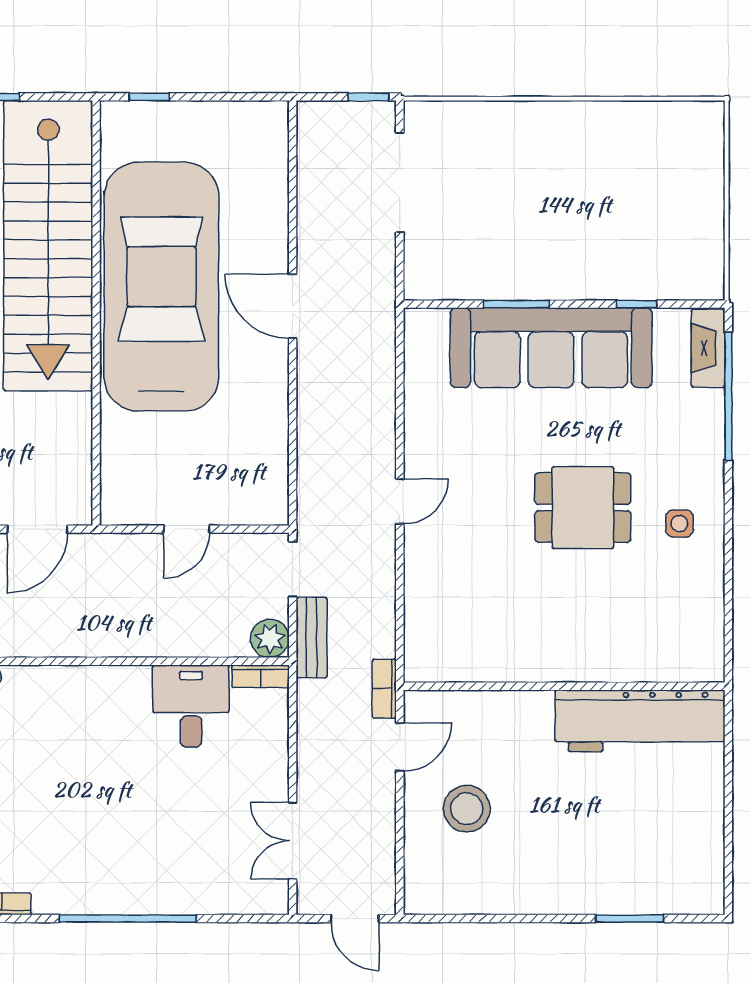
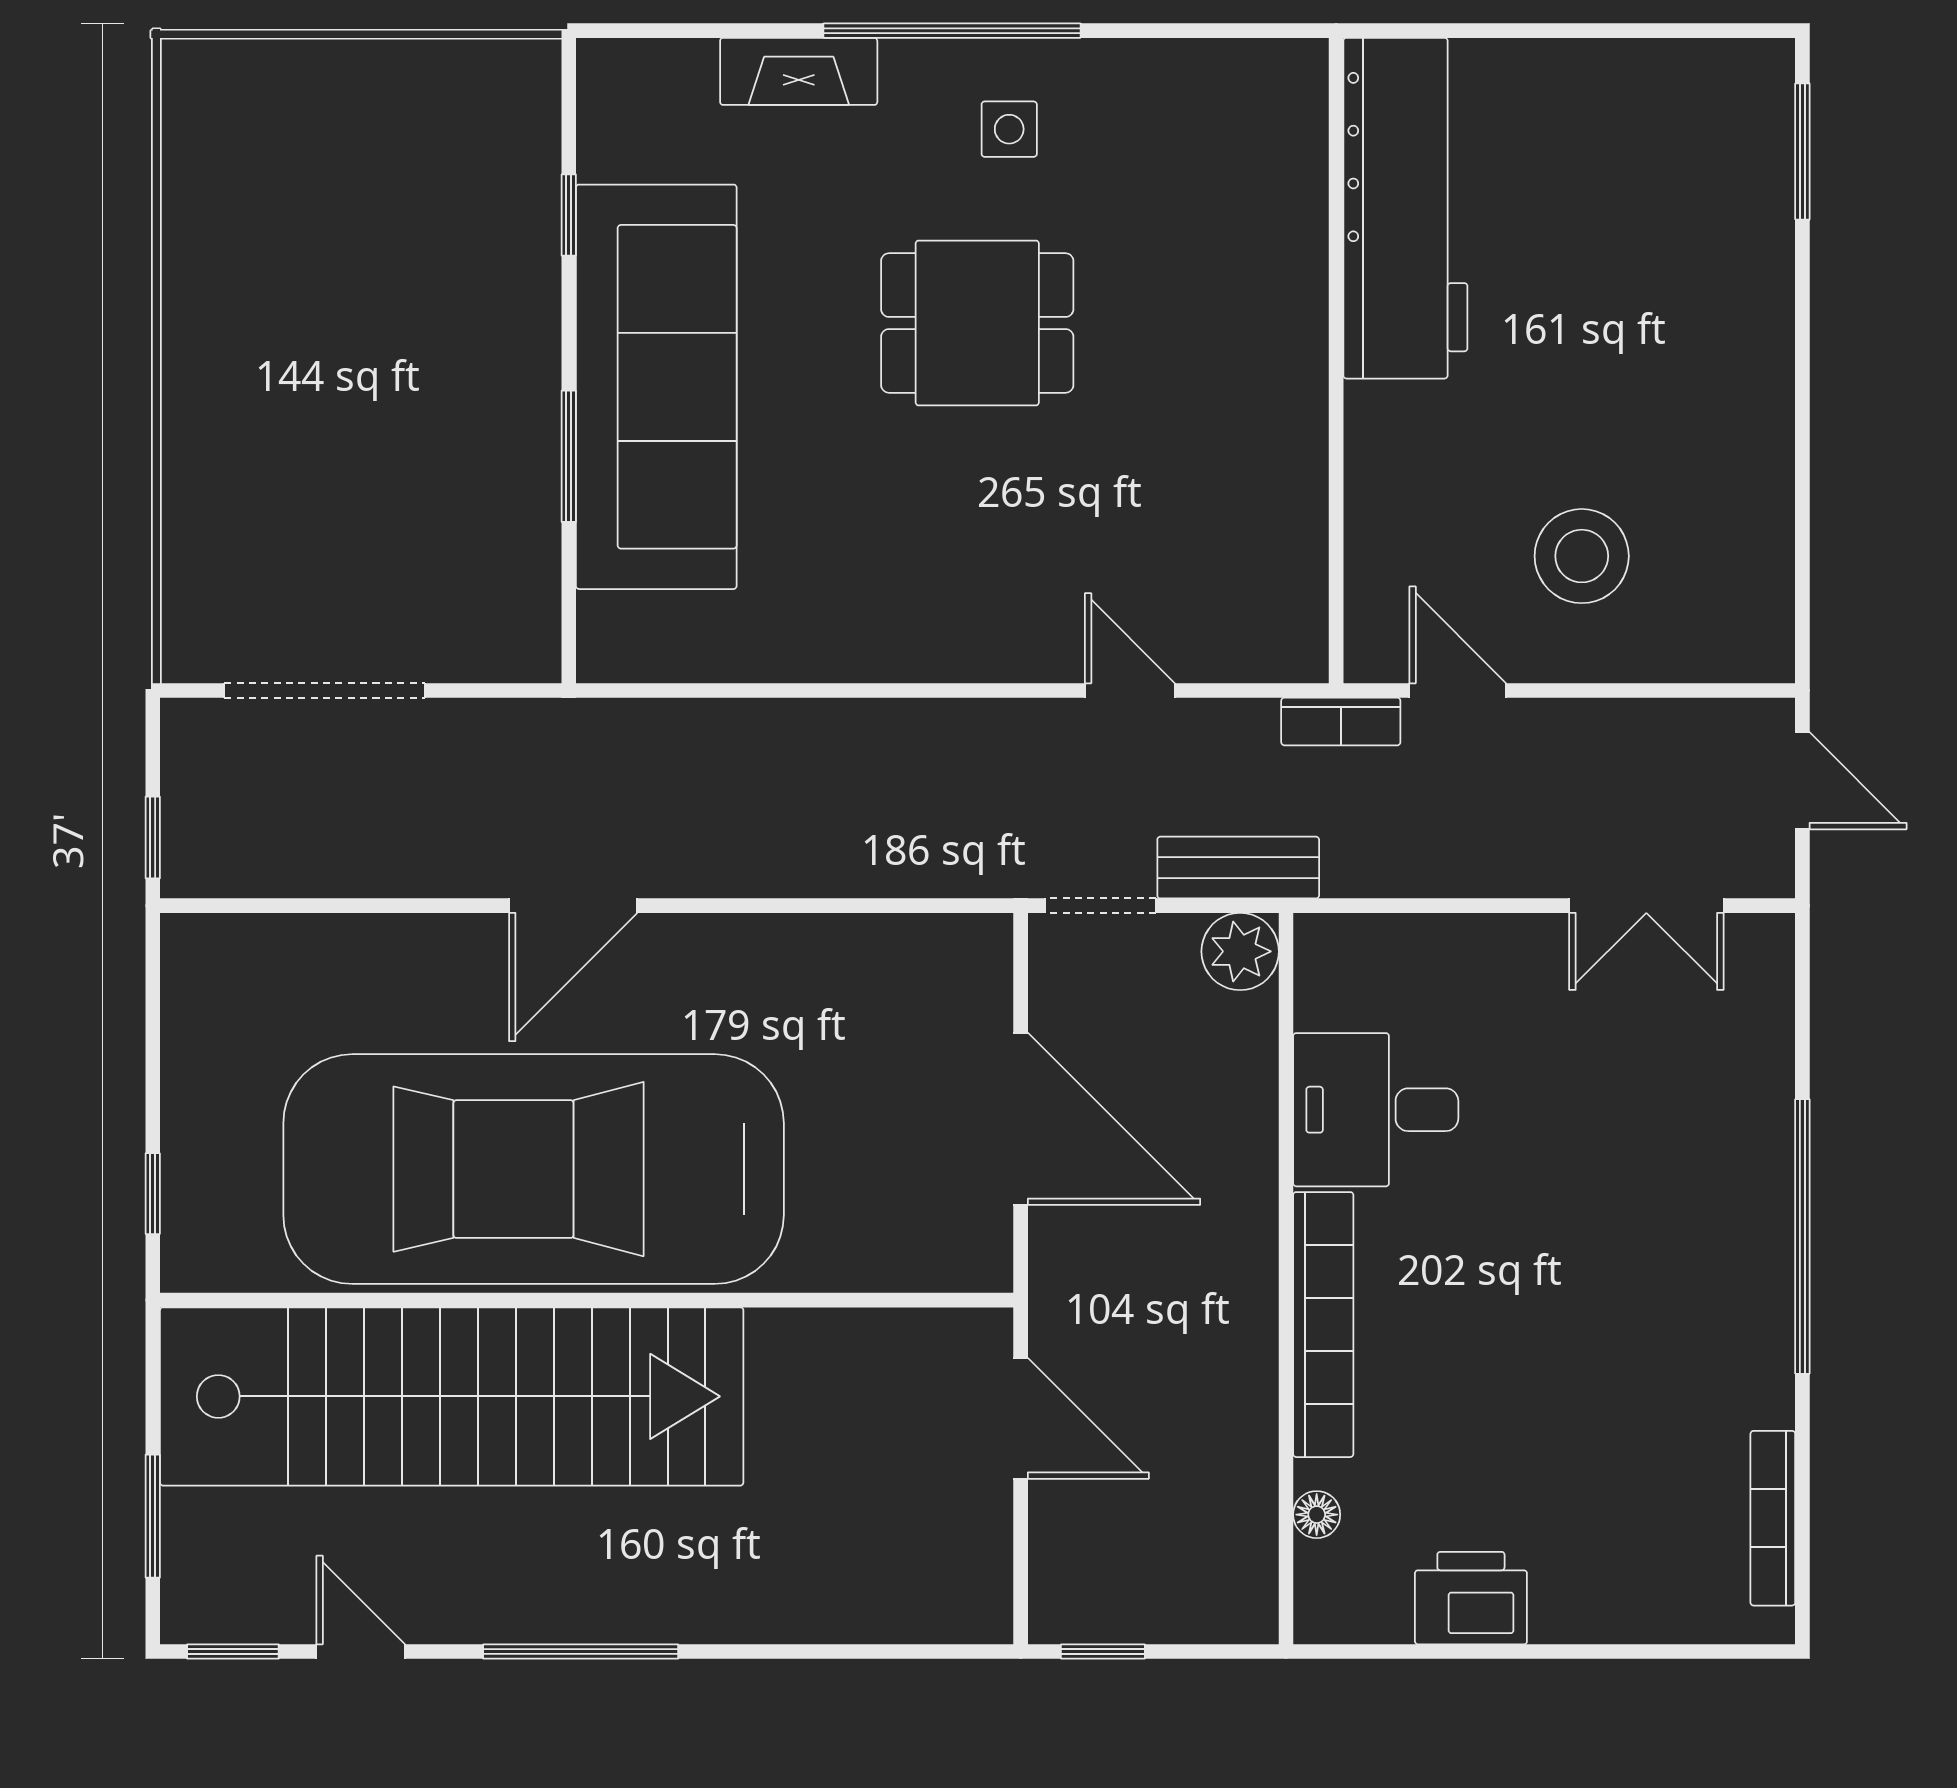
window: (369, 97) -> (153, 838), moved
fireplace: (708, 348) -> (799, 71), moved
window: (728, 396) -> (952, 31), moved
door: (400, 501) -> (1130, 690), moved
dining table: (583, 508) -> (977, 323), turned 90
door: (186, 529) -> (1021, 1119), width x1.87
bookcase: (261, 676) -> (1323, 1325), moved, width x2.31, depth x1.31
door: (355, 918) -> (1802, 781), hinge flipped
window: (630, 918) -> (1802, 151), moved

